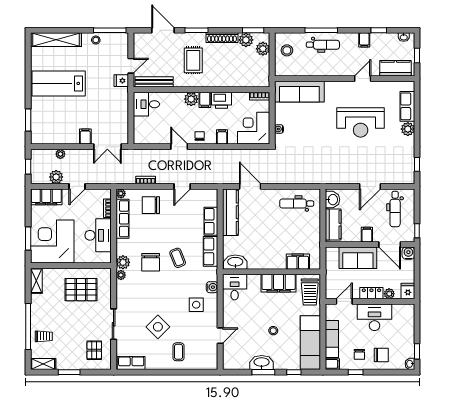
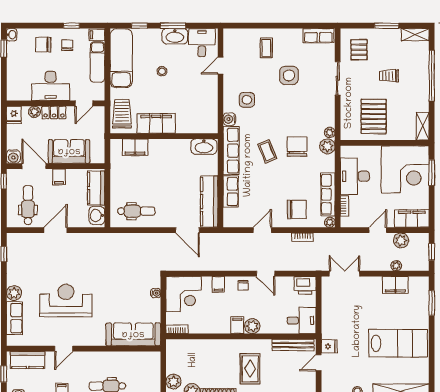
stool: (287, 50) -> (147, 380), removed
printer: (221, 100) -> (305, 285), moved, turned 180
filing cabinet: (85, 136) -> (395, 285), moved, width x2.00
row of seats: (211, 251) -> (231, 151), width x1.48
desk: (235, 287) -> (202, 43), moved, turned 180
pallet: (81, 290) -> (374, 116), turned 90
side table: (158, 327) -> (289, 75), turned 45
trolley: (44, 336) -> (389, 76), moved

